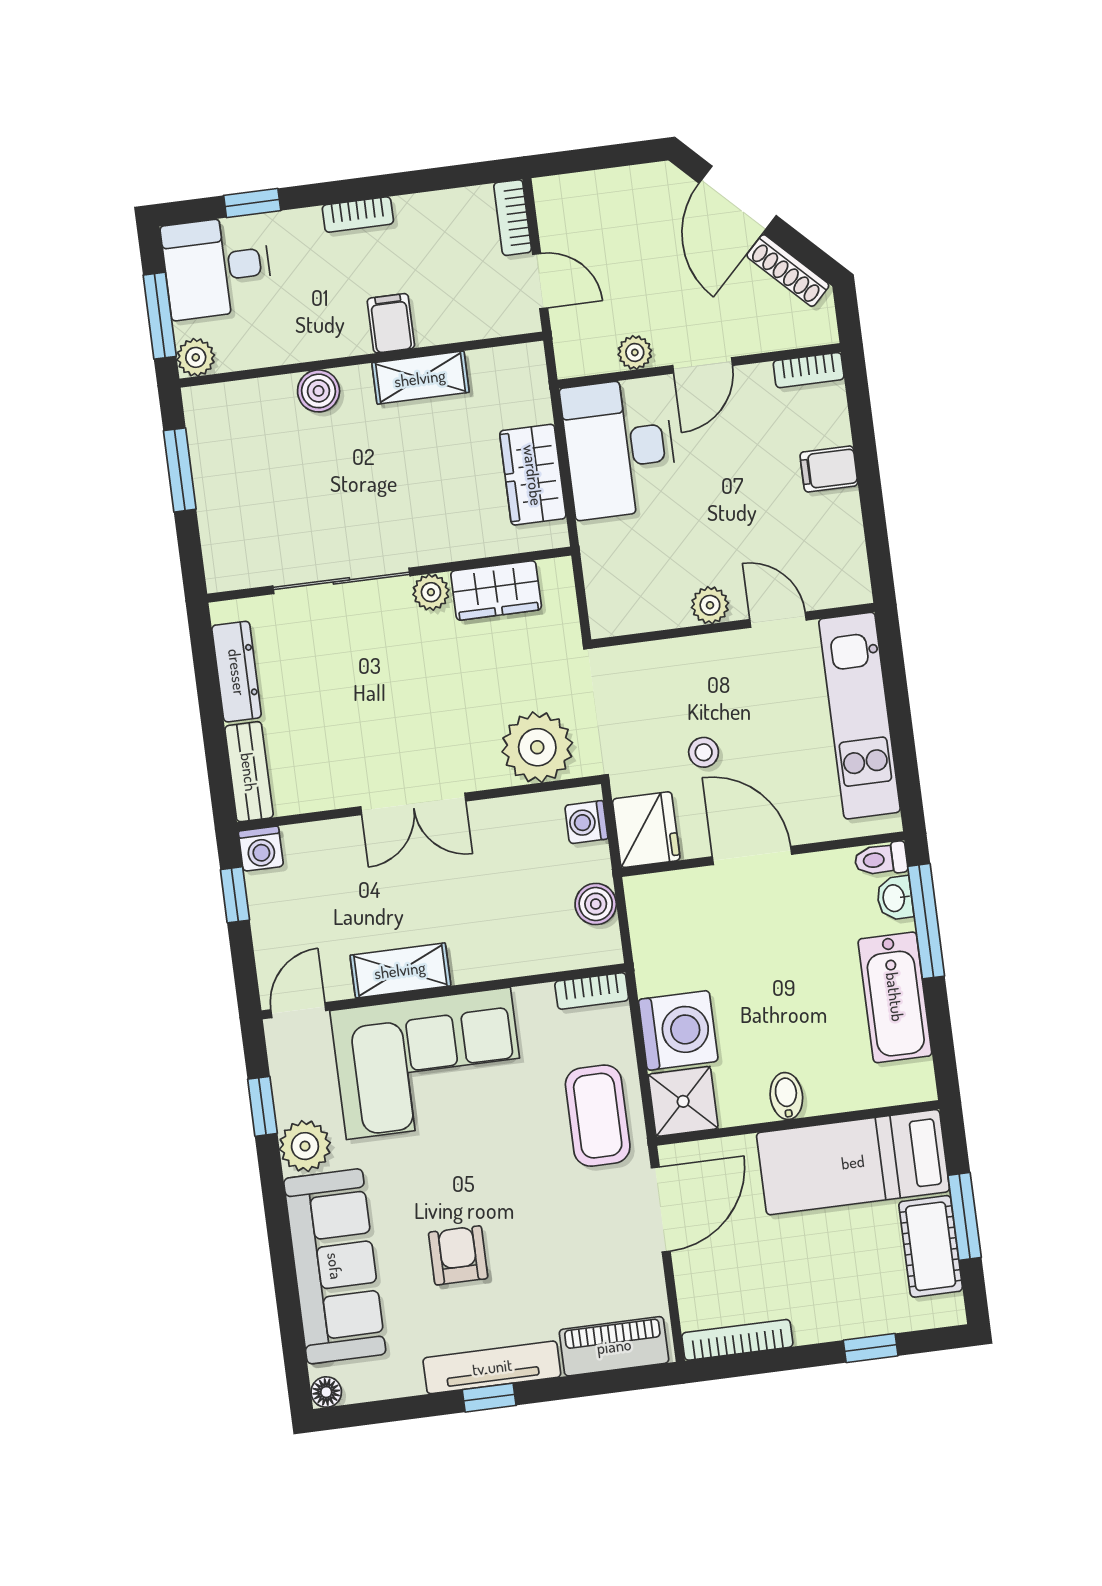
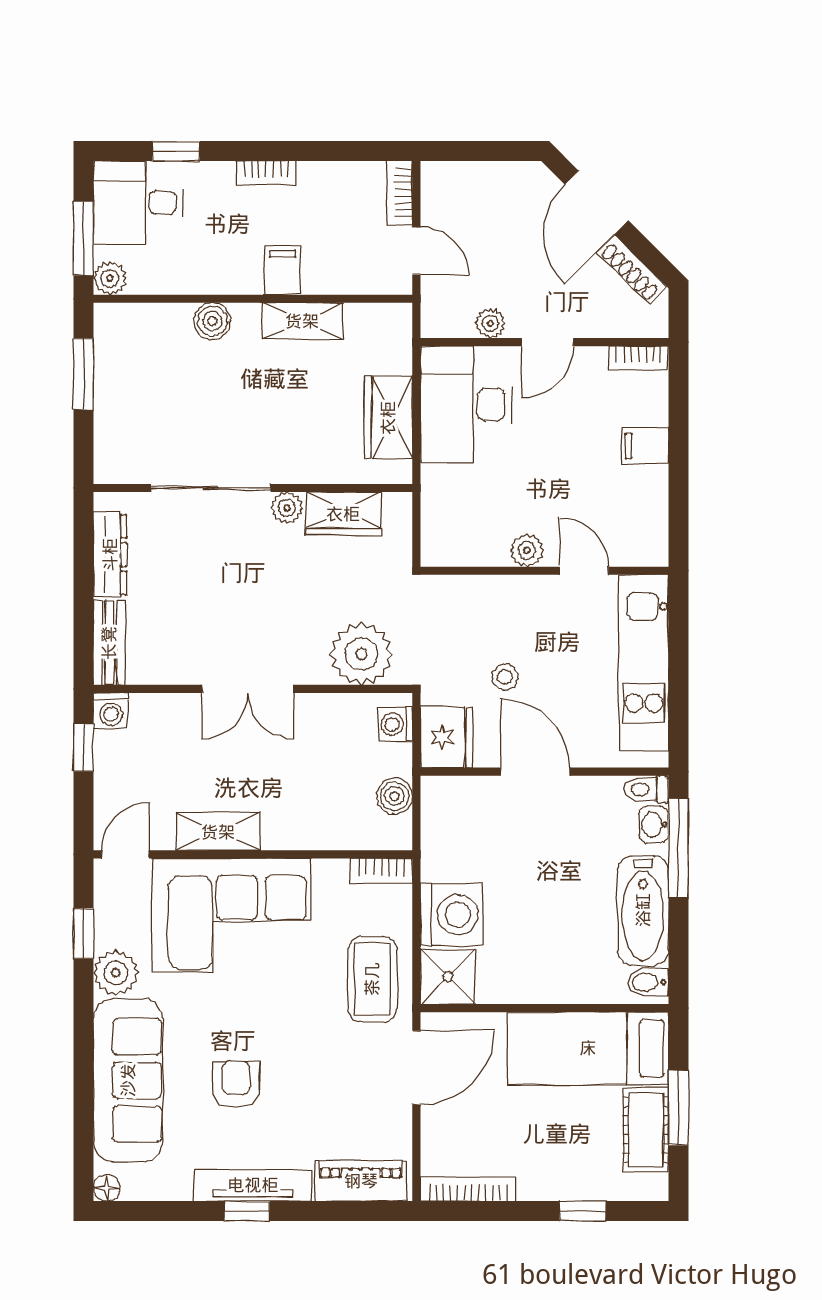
bidet: (786, 1096) -> (648, 982), moved, turned -90

